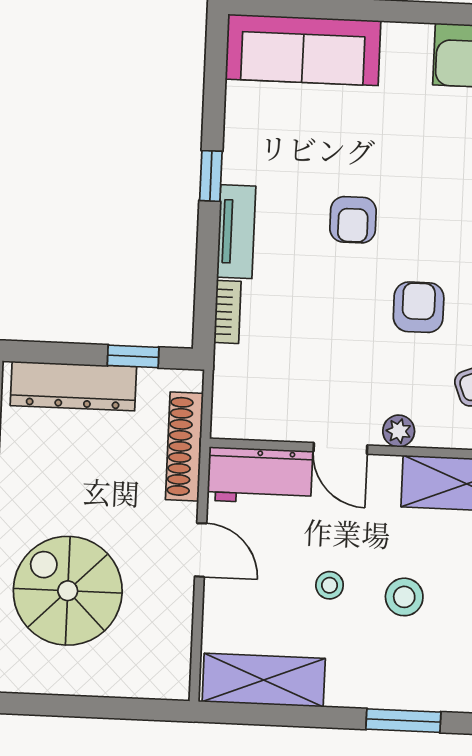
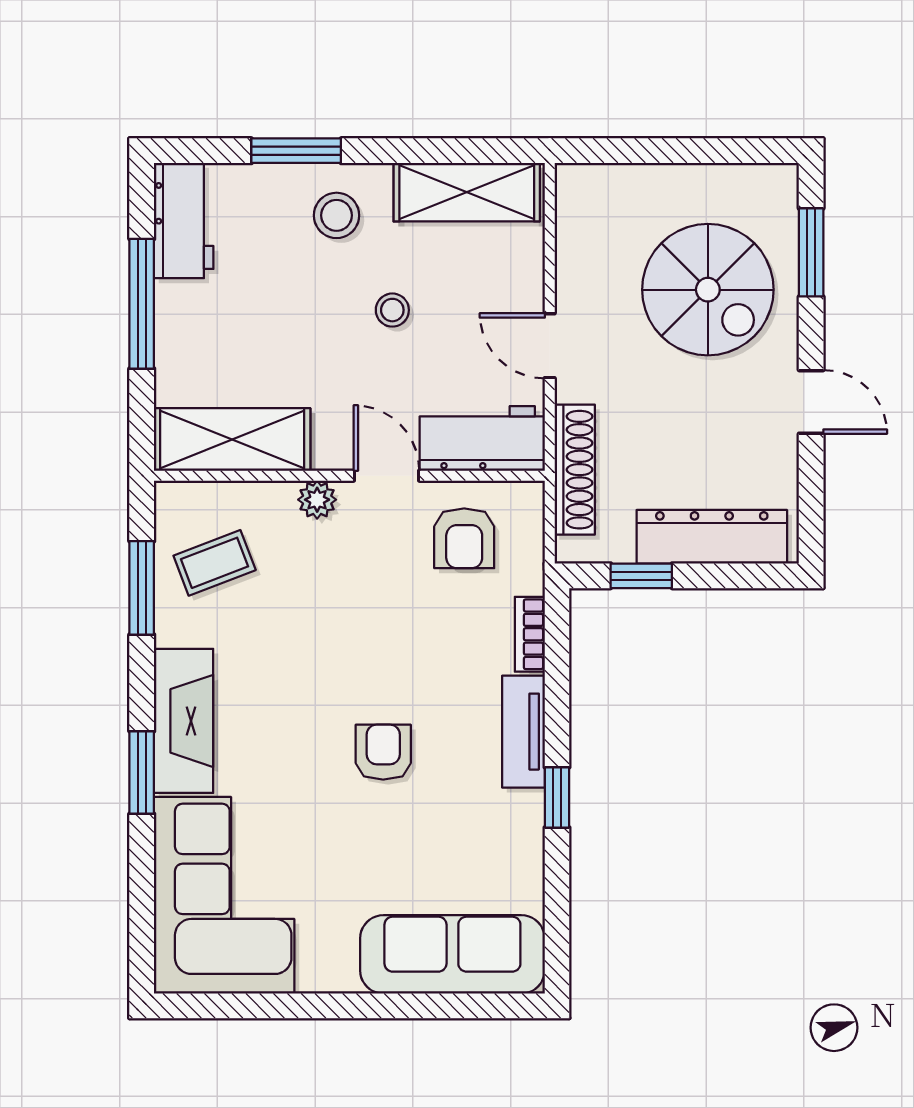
armchair: (419, 307) -> (464, 538), moved
stool: (404, 597) -> (337, 215), moved

